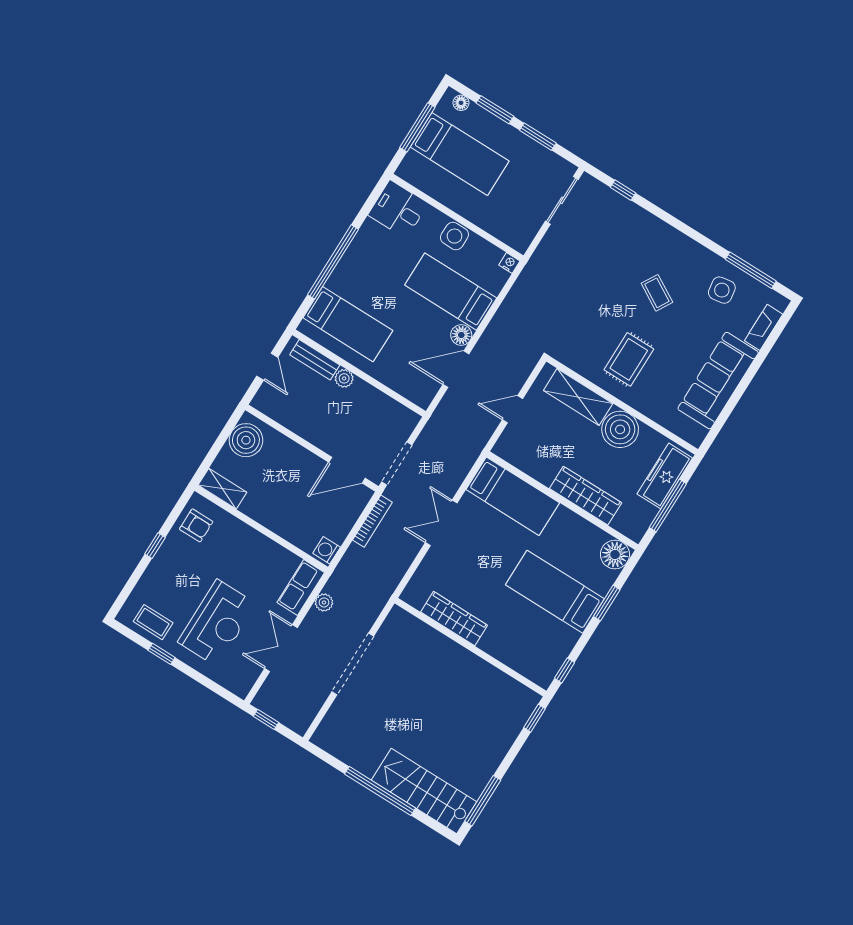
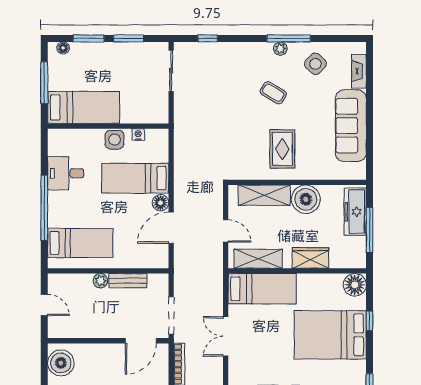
bed: (460, 154) -> (84, 107), moved
desk: (398, 209) -> (66, 173), moved
plant: (694, 250) -> (280, 49), added
nightstand: (509, 263) -> (138, 135), moved
window: (751, 270) -> (289, 38), moved
side table: (722, 290) -> (315, 64), turned -38
bench: (315, 360) -> (128, 281), moved
door: (512, 409) -> (226, 231), swing flipped
shelving: (529, 461) -> (258, 259), added
wardrobe: (586, 496) -> (311, 258), width x0.67
bed: (555, 592) -> (330, 335), width x1.50
window: (607, 603) -> (370, 321), width x0.67

